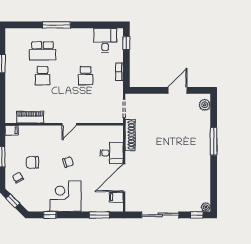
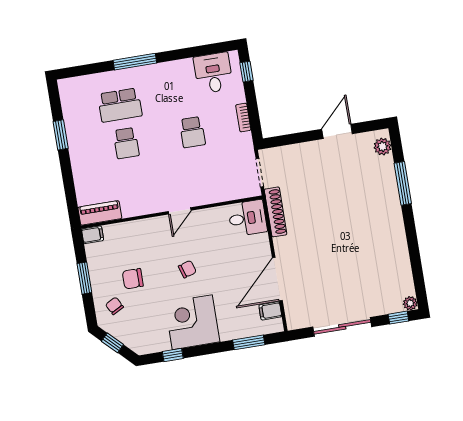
piano: (30, 117) -> (100, 213), moved
window: (214, 141) -> (403, 183), moved
desk: (112, 153) -> (247, 218), moved

